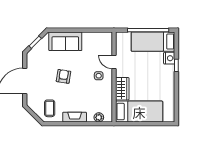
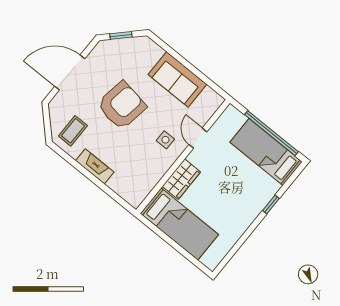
sofa: (65, 41) -> (177, 79), moved
nightstand: (169, 58) -> (269, 188), removed
armchair: (63, 76) -> (122, 106), width x1.88, depth x1.88
plant: (99, 117) -> (124, 191), removed

